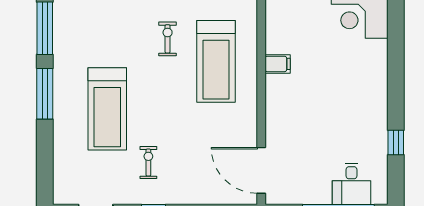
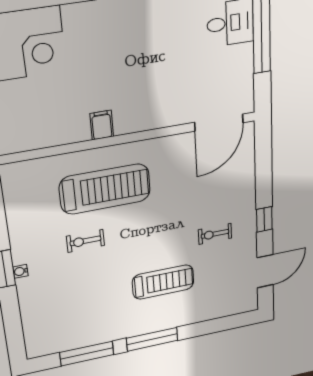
treadmill: (107, 109) -> (163, 282), width x0.73, depth x0.73

